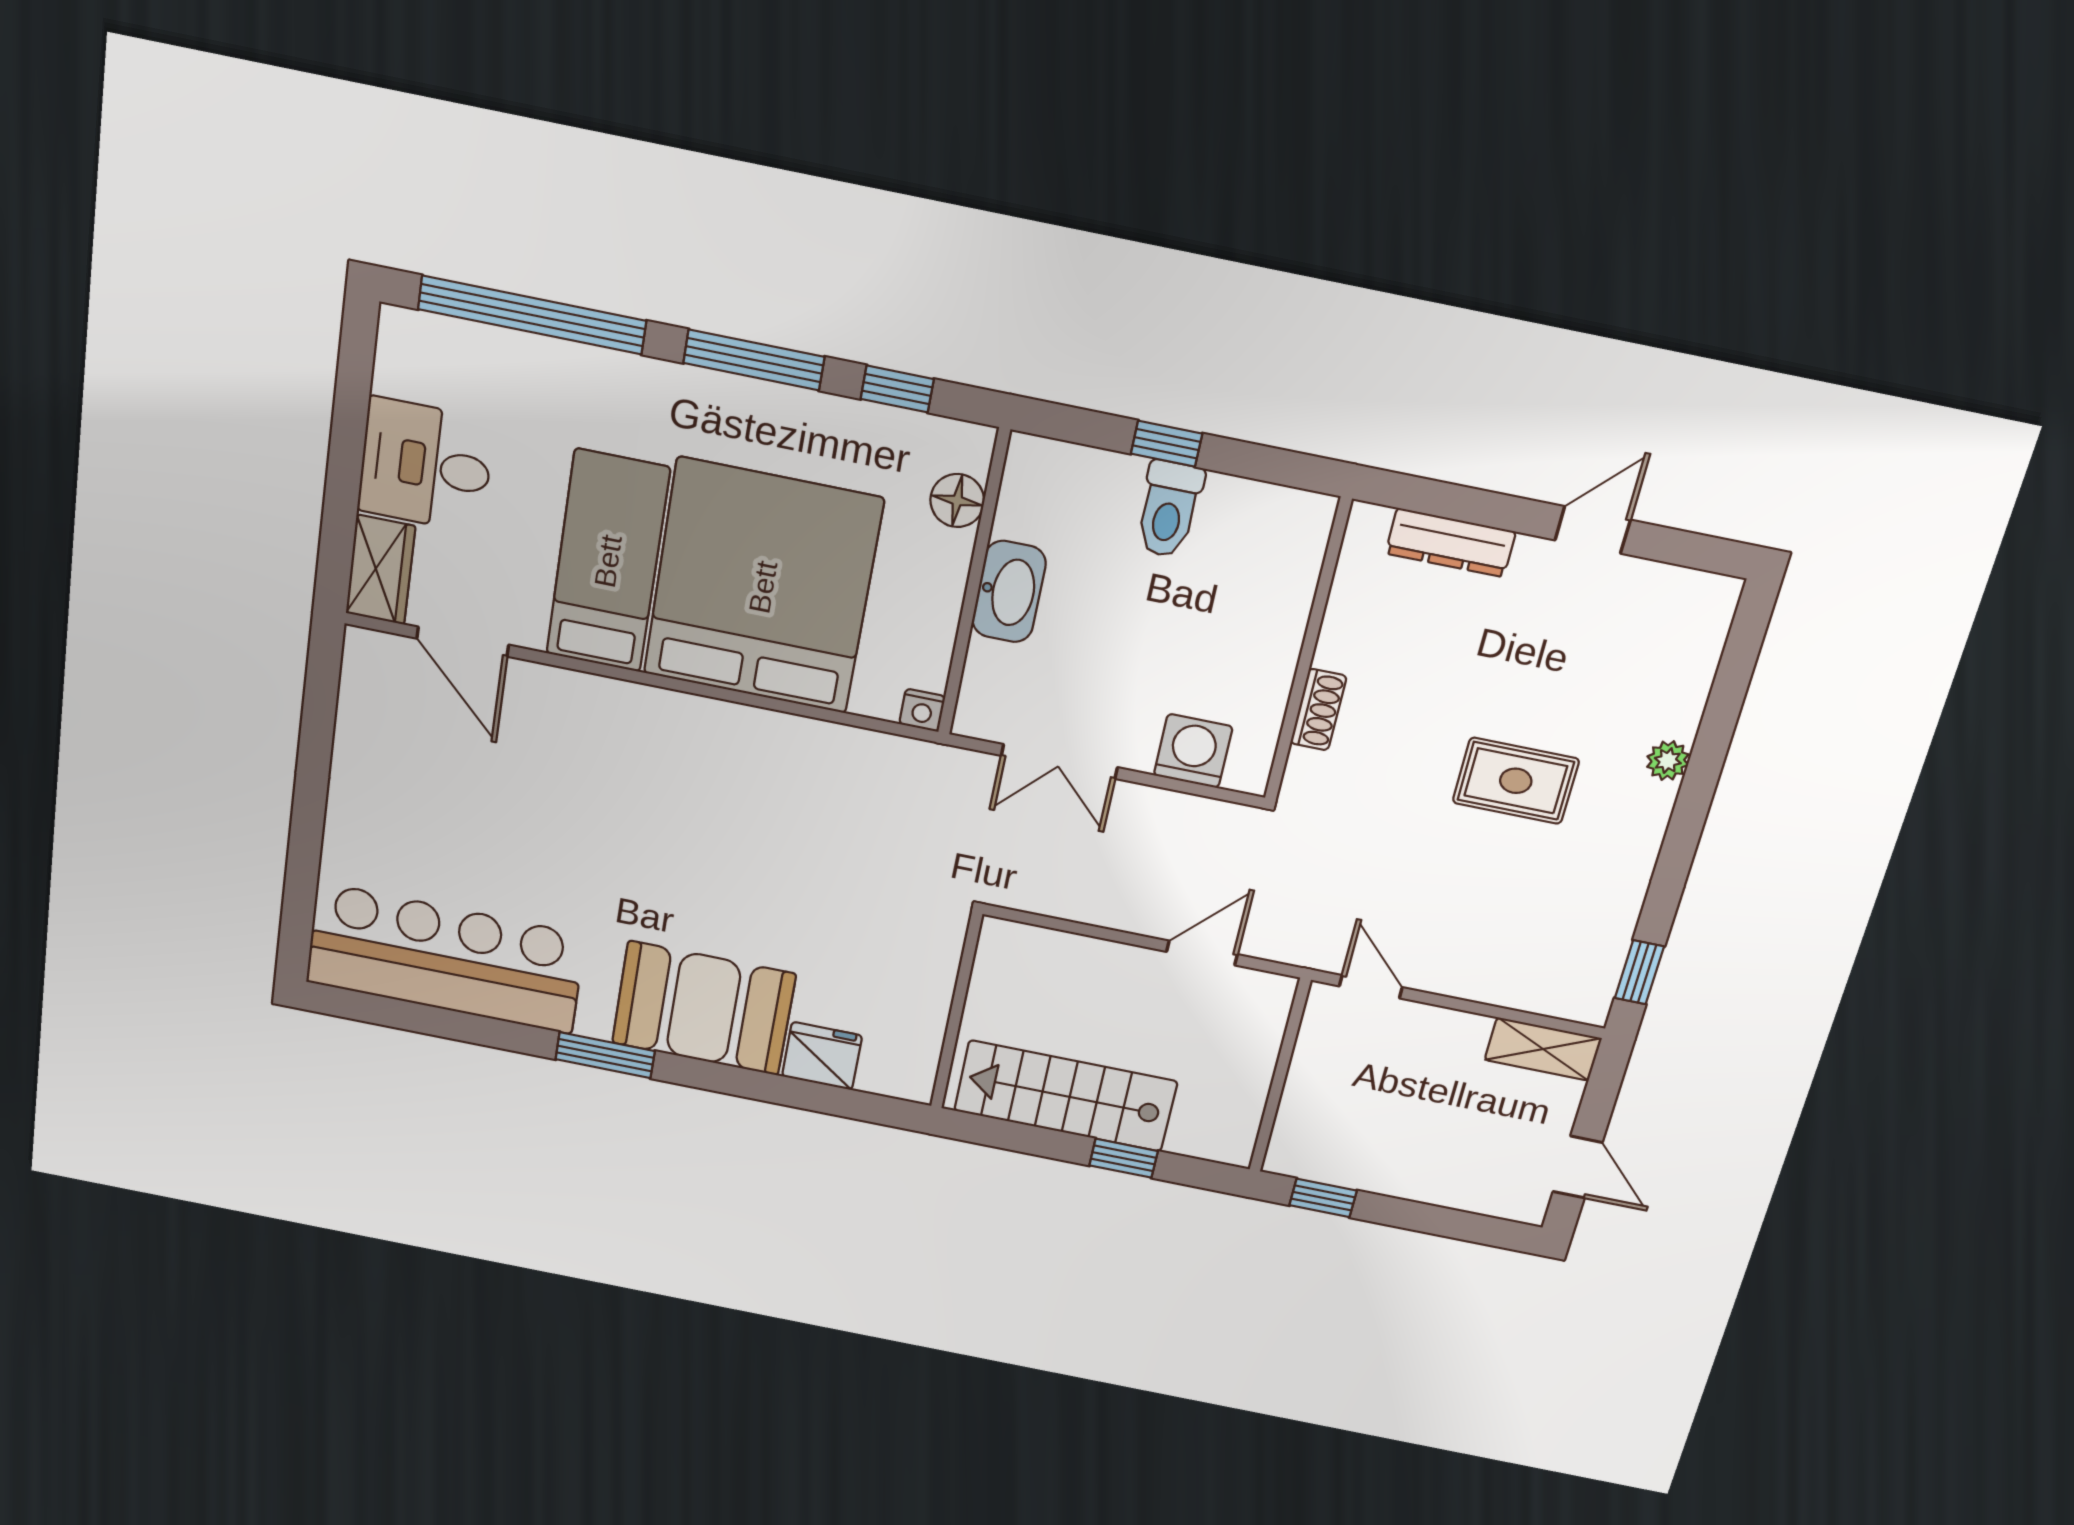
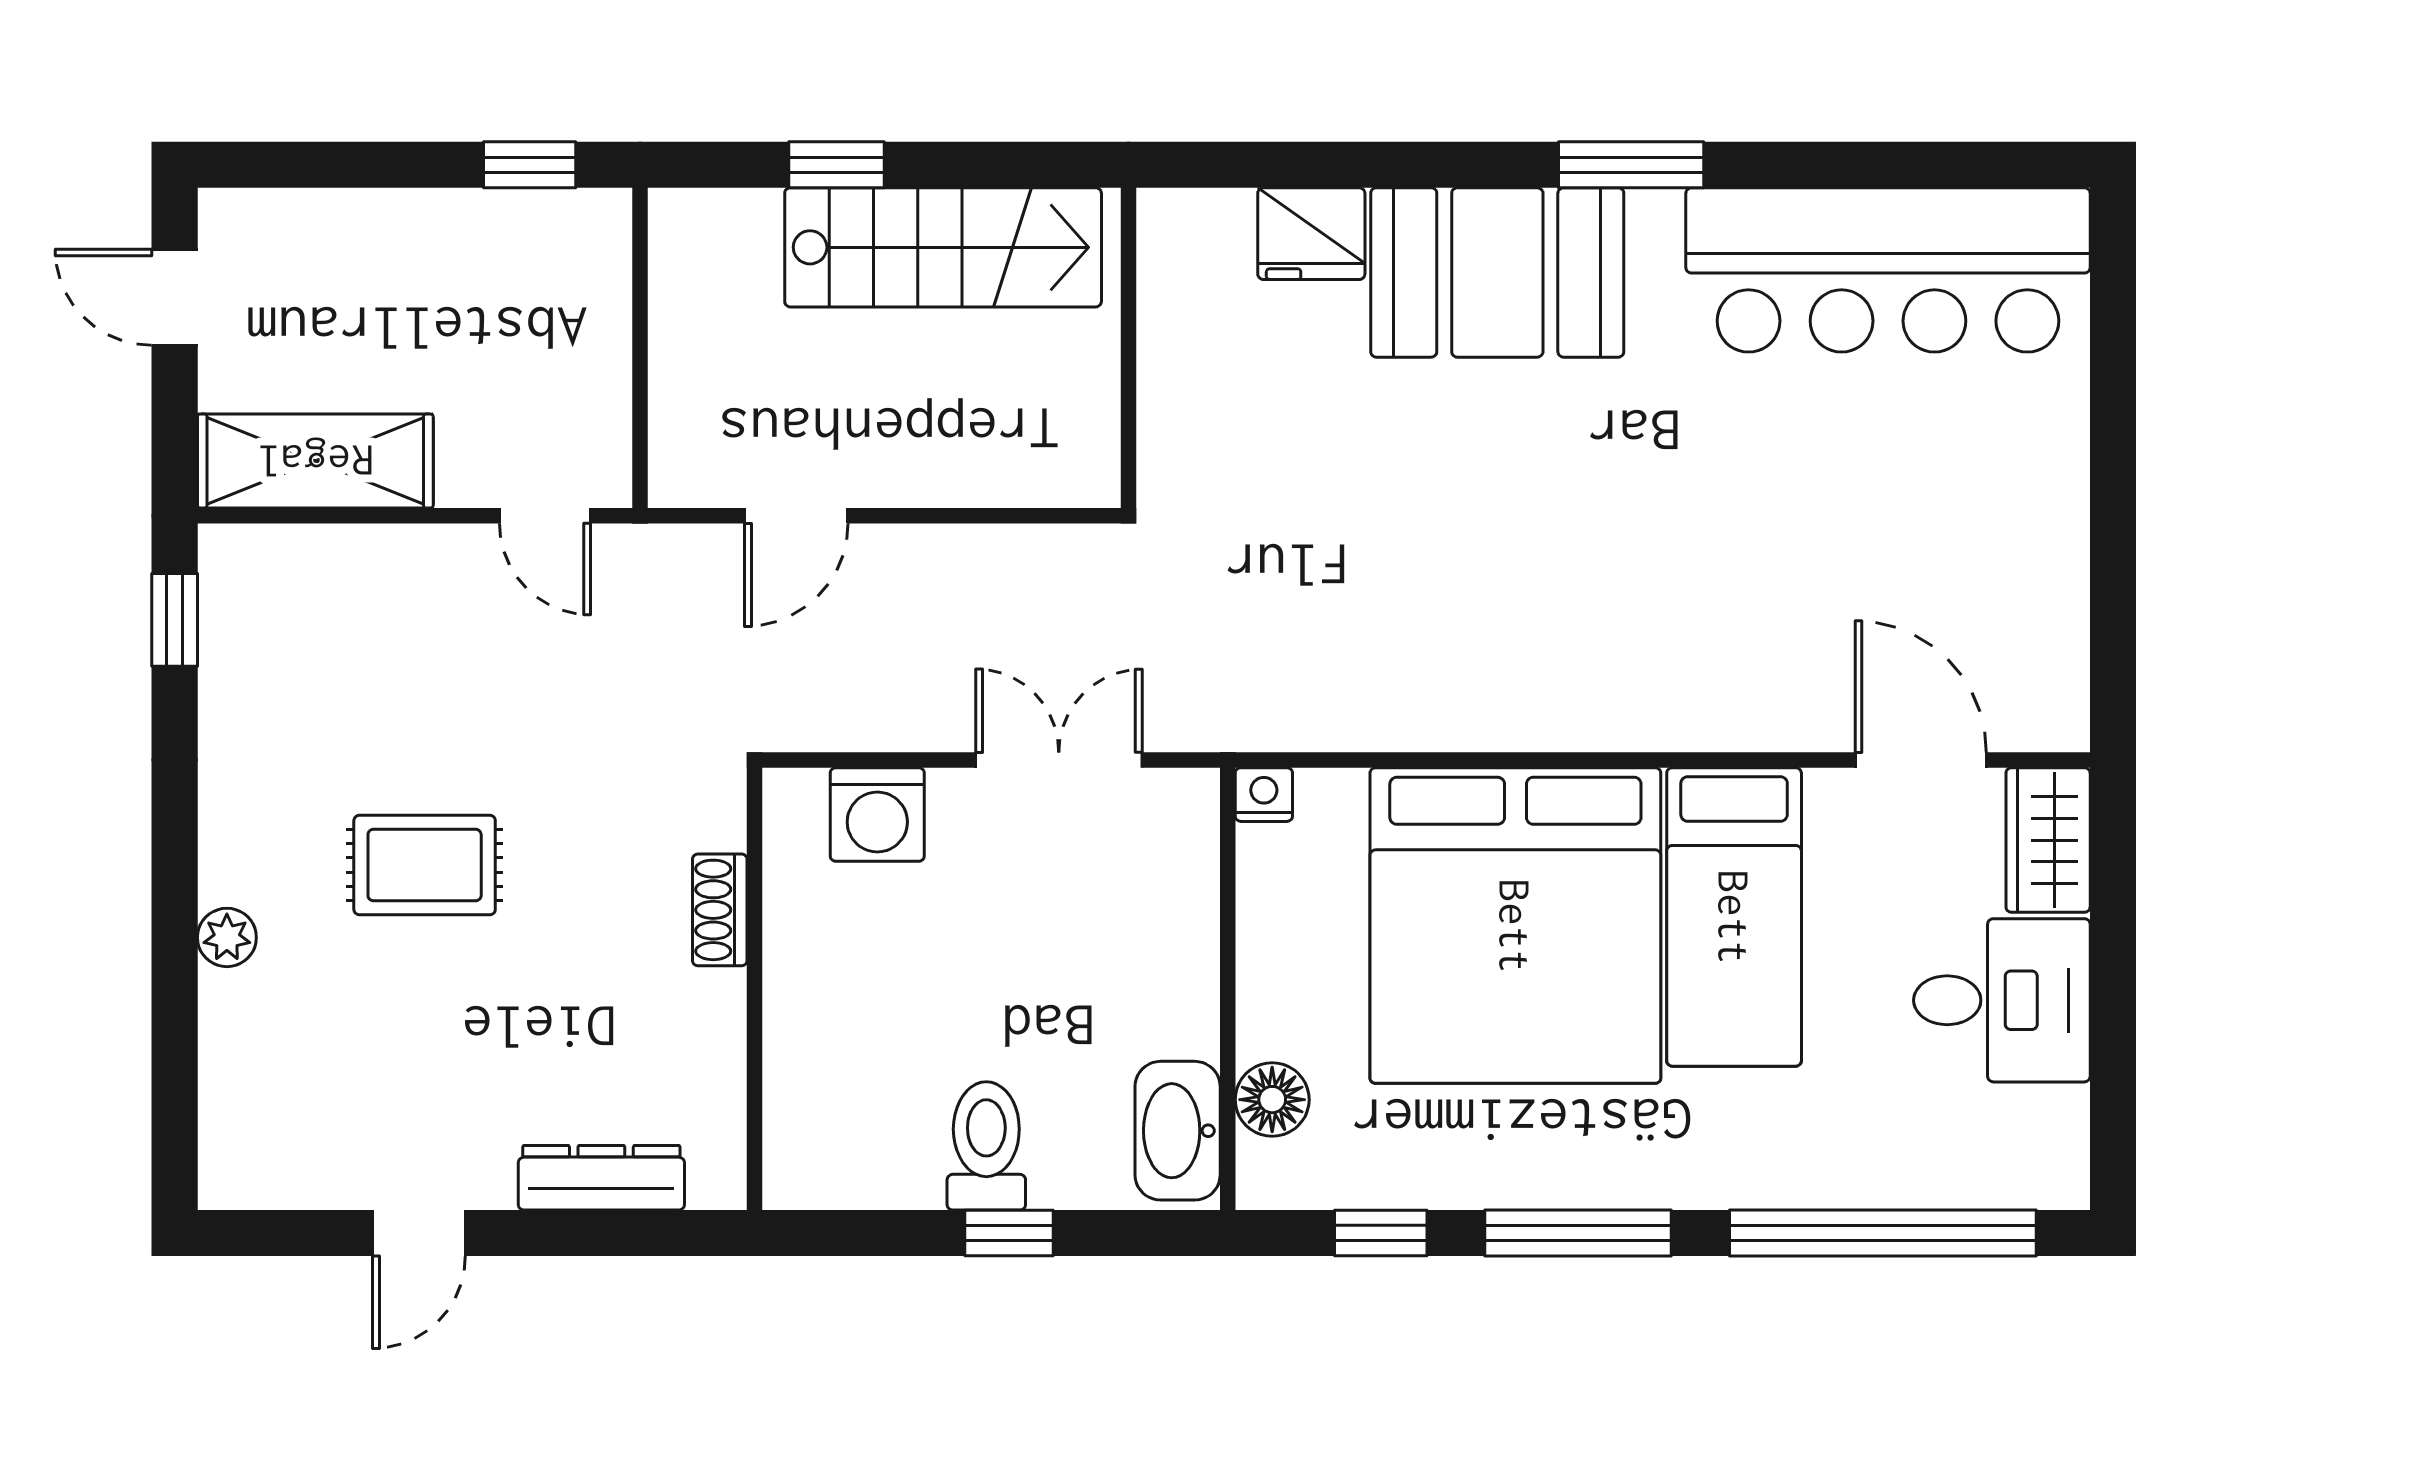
washbasin: (1009, 592) -> (1178, 1131), moved
shelving: (1543, 1049) -> (315, 461), width x1.50, depth x1.33

